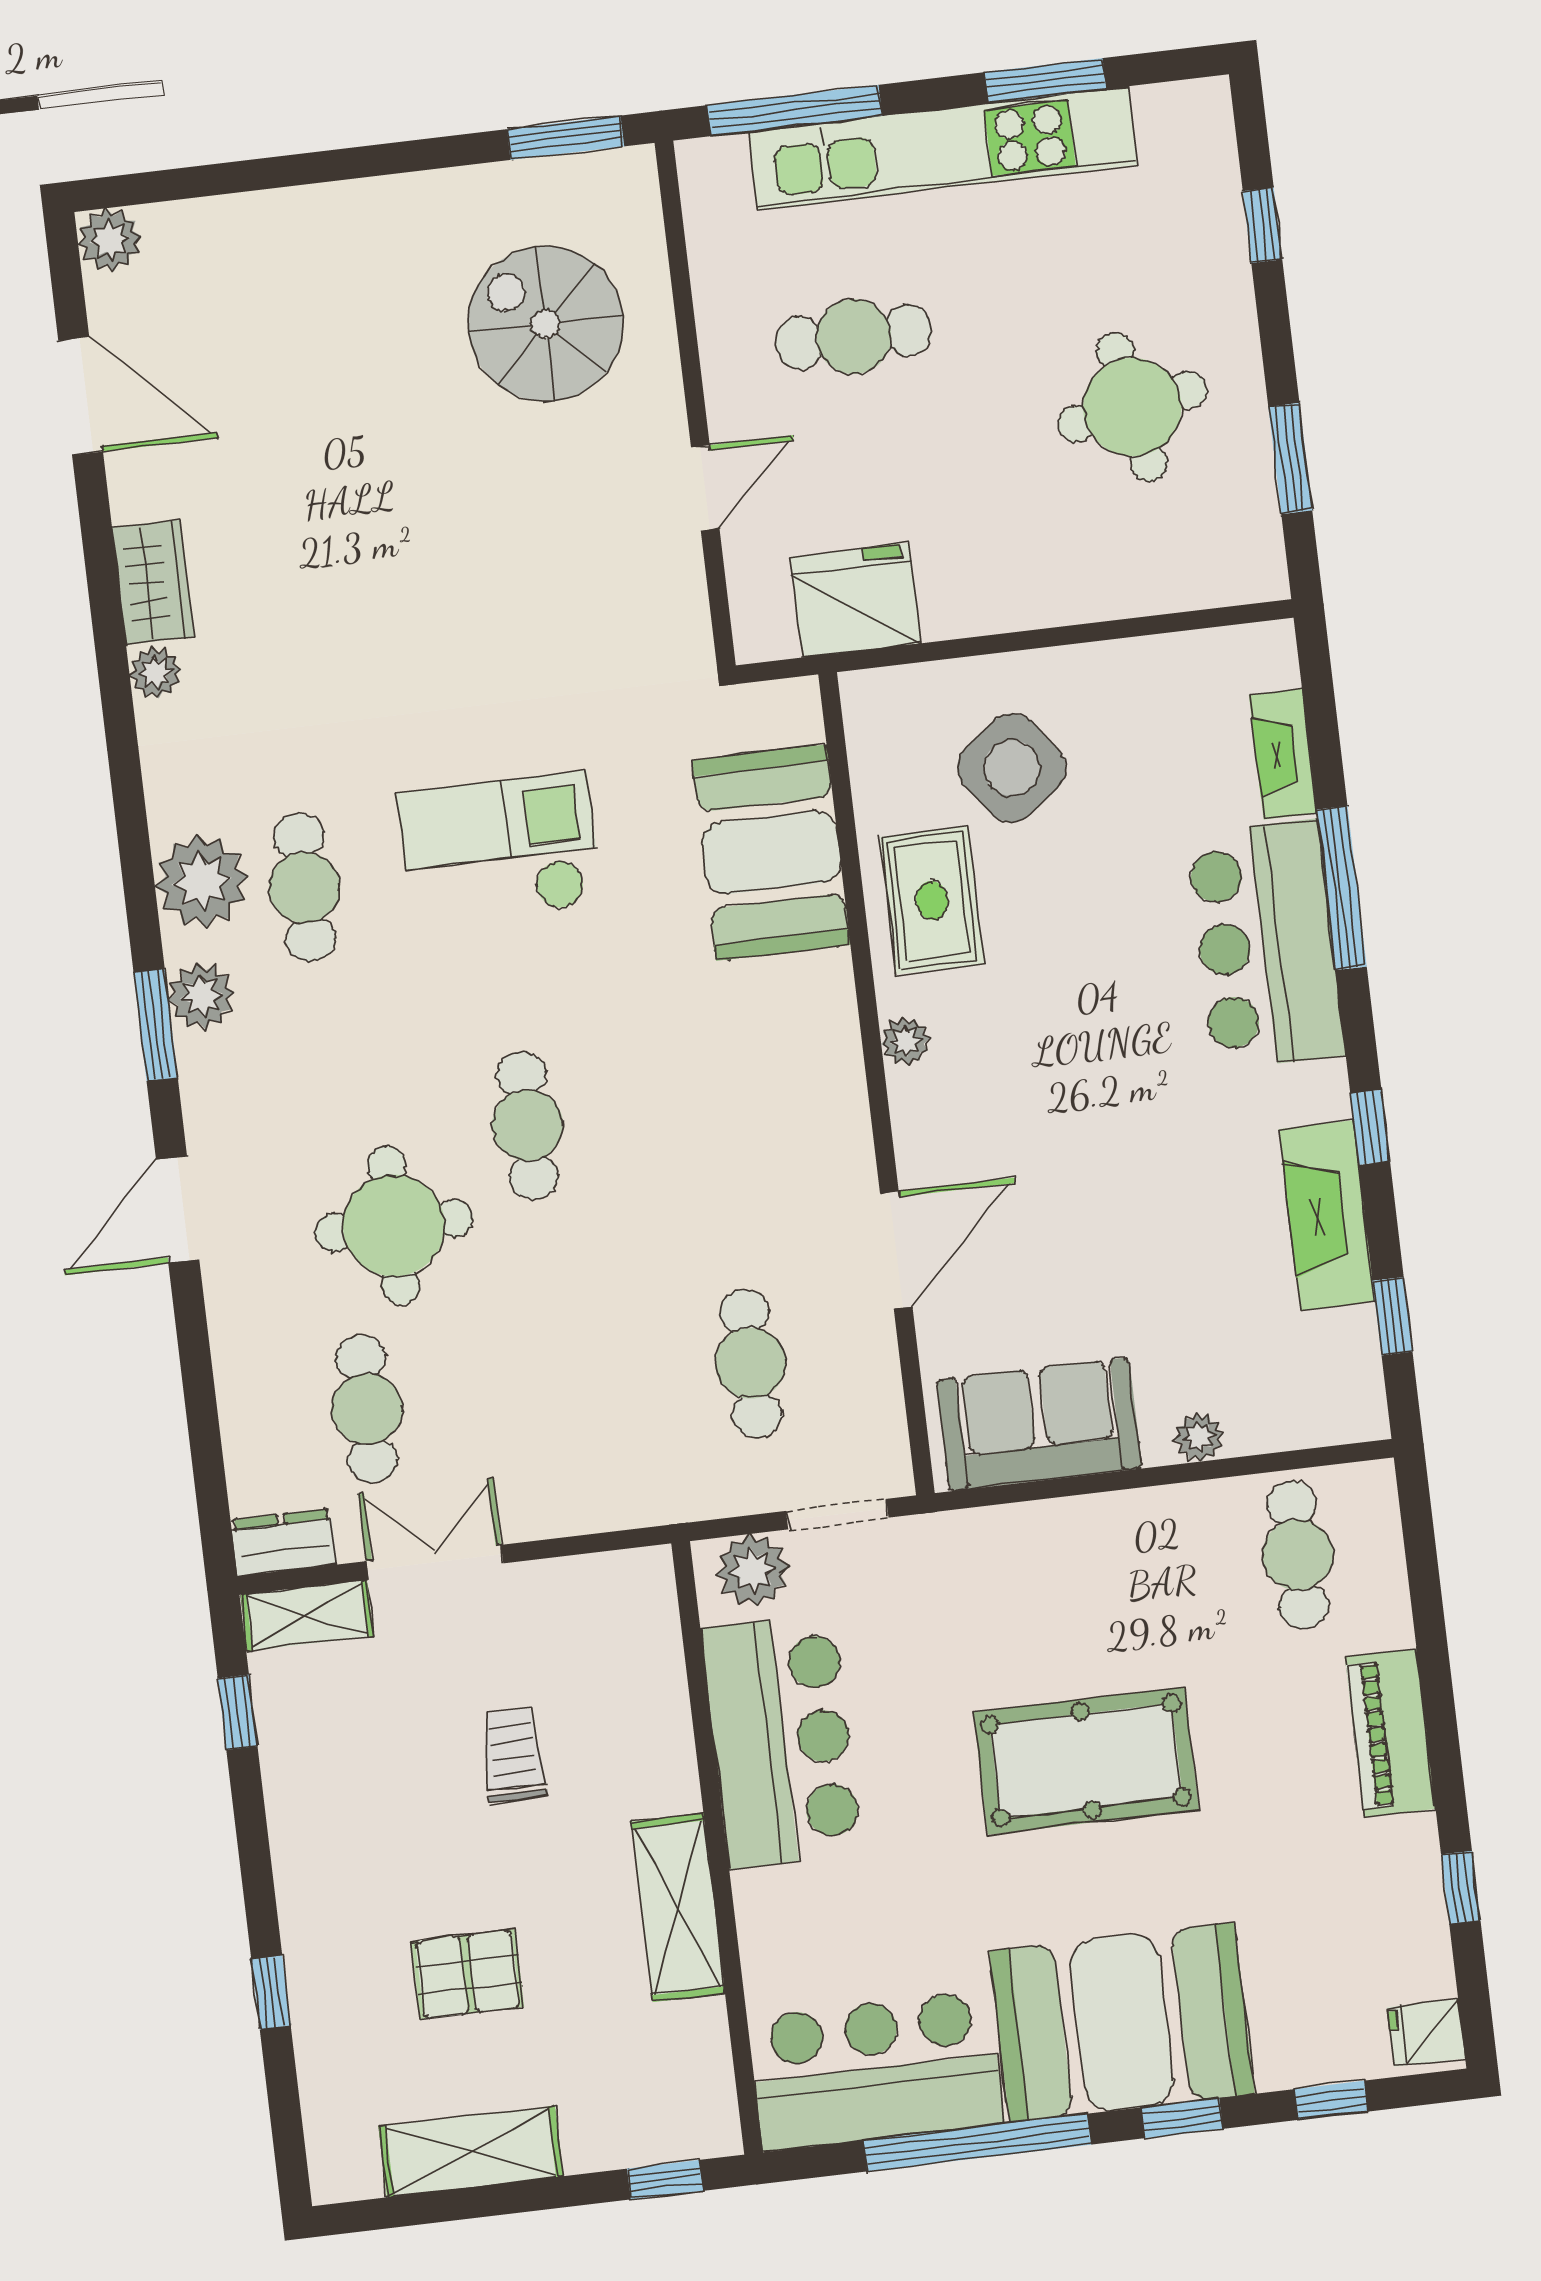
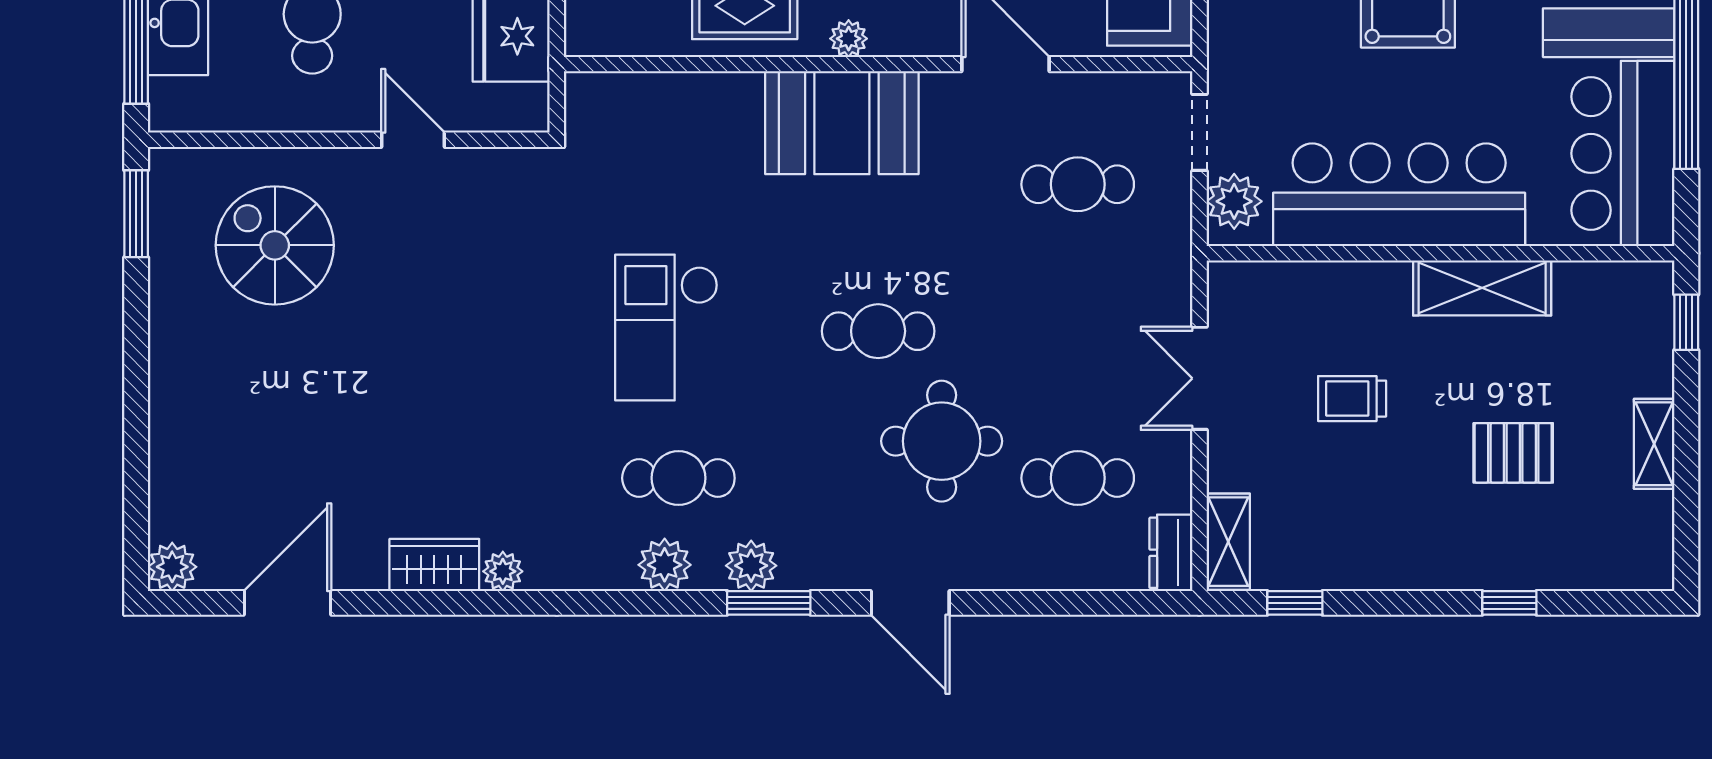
spiral stairs: (546, 324) -> (275, 245), turned 90
booth: (771, 853) -> (842, 123), moved
plant: (202, 881) -> (665, 565), width x0.73, depth x0.73
double door: (435, 1562) -> (1199, 378), moved
bar counter: (782, 1741) -> (1399, 195), width x1.36
pallet: (468, 1974) -> (1513, 453), turned 90
shelving: (471, 2151) -> (1654, 444), width x0.67, depth x0.75

